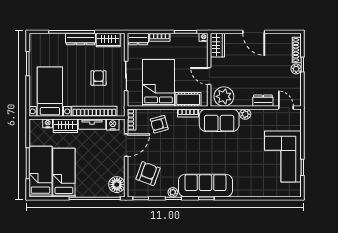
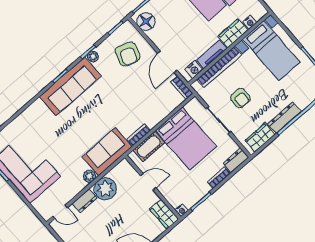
plant: (224, 96) -> (105, 189), moved
armchair: (159, 124) -> (155, 104), removed

